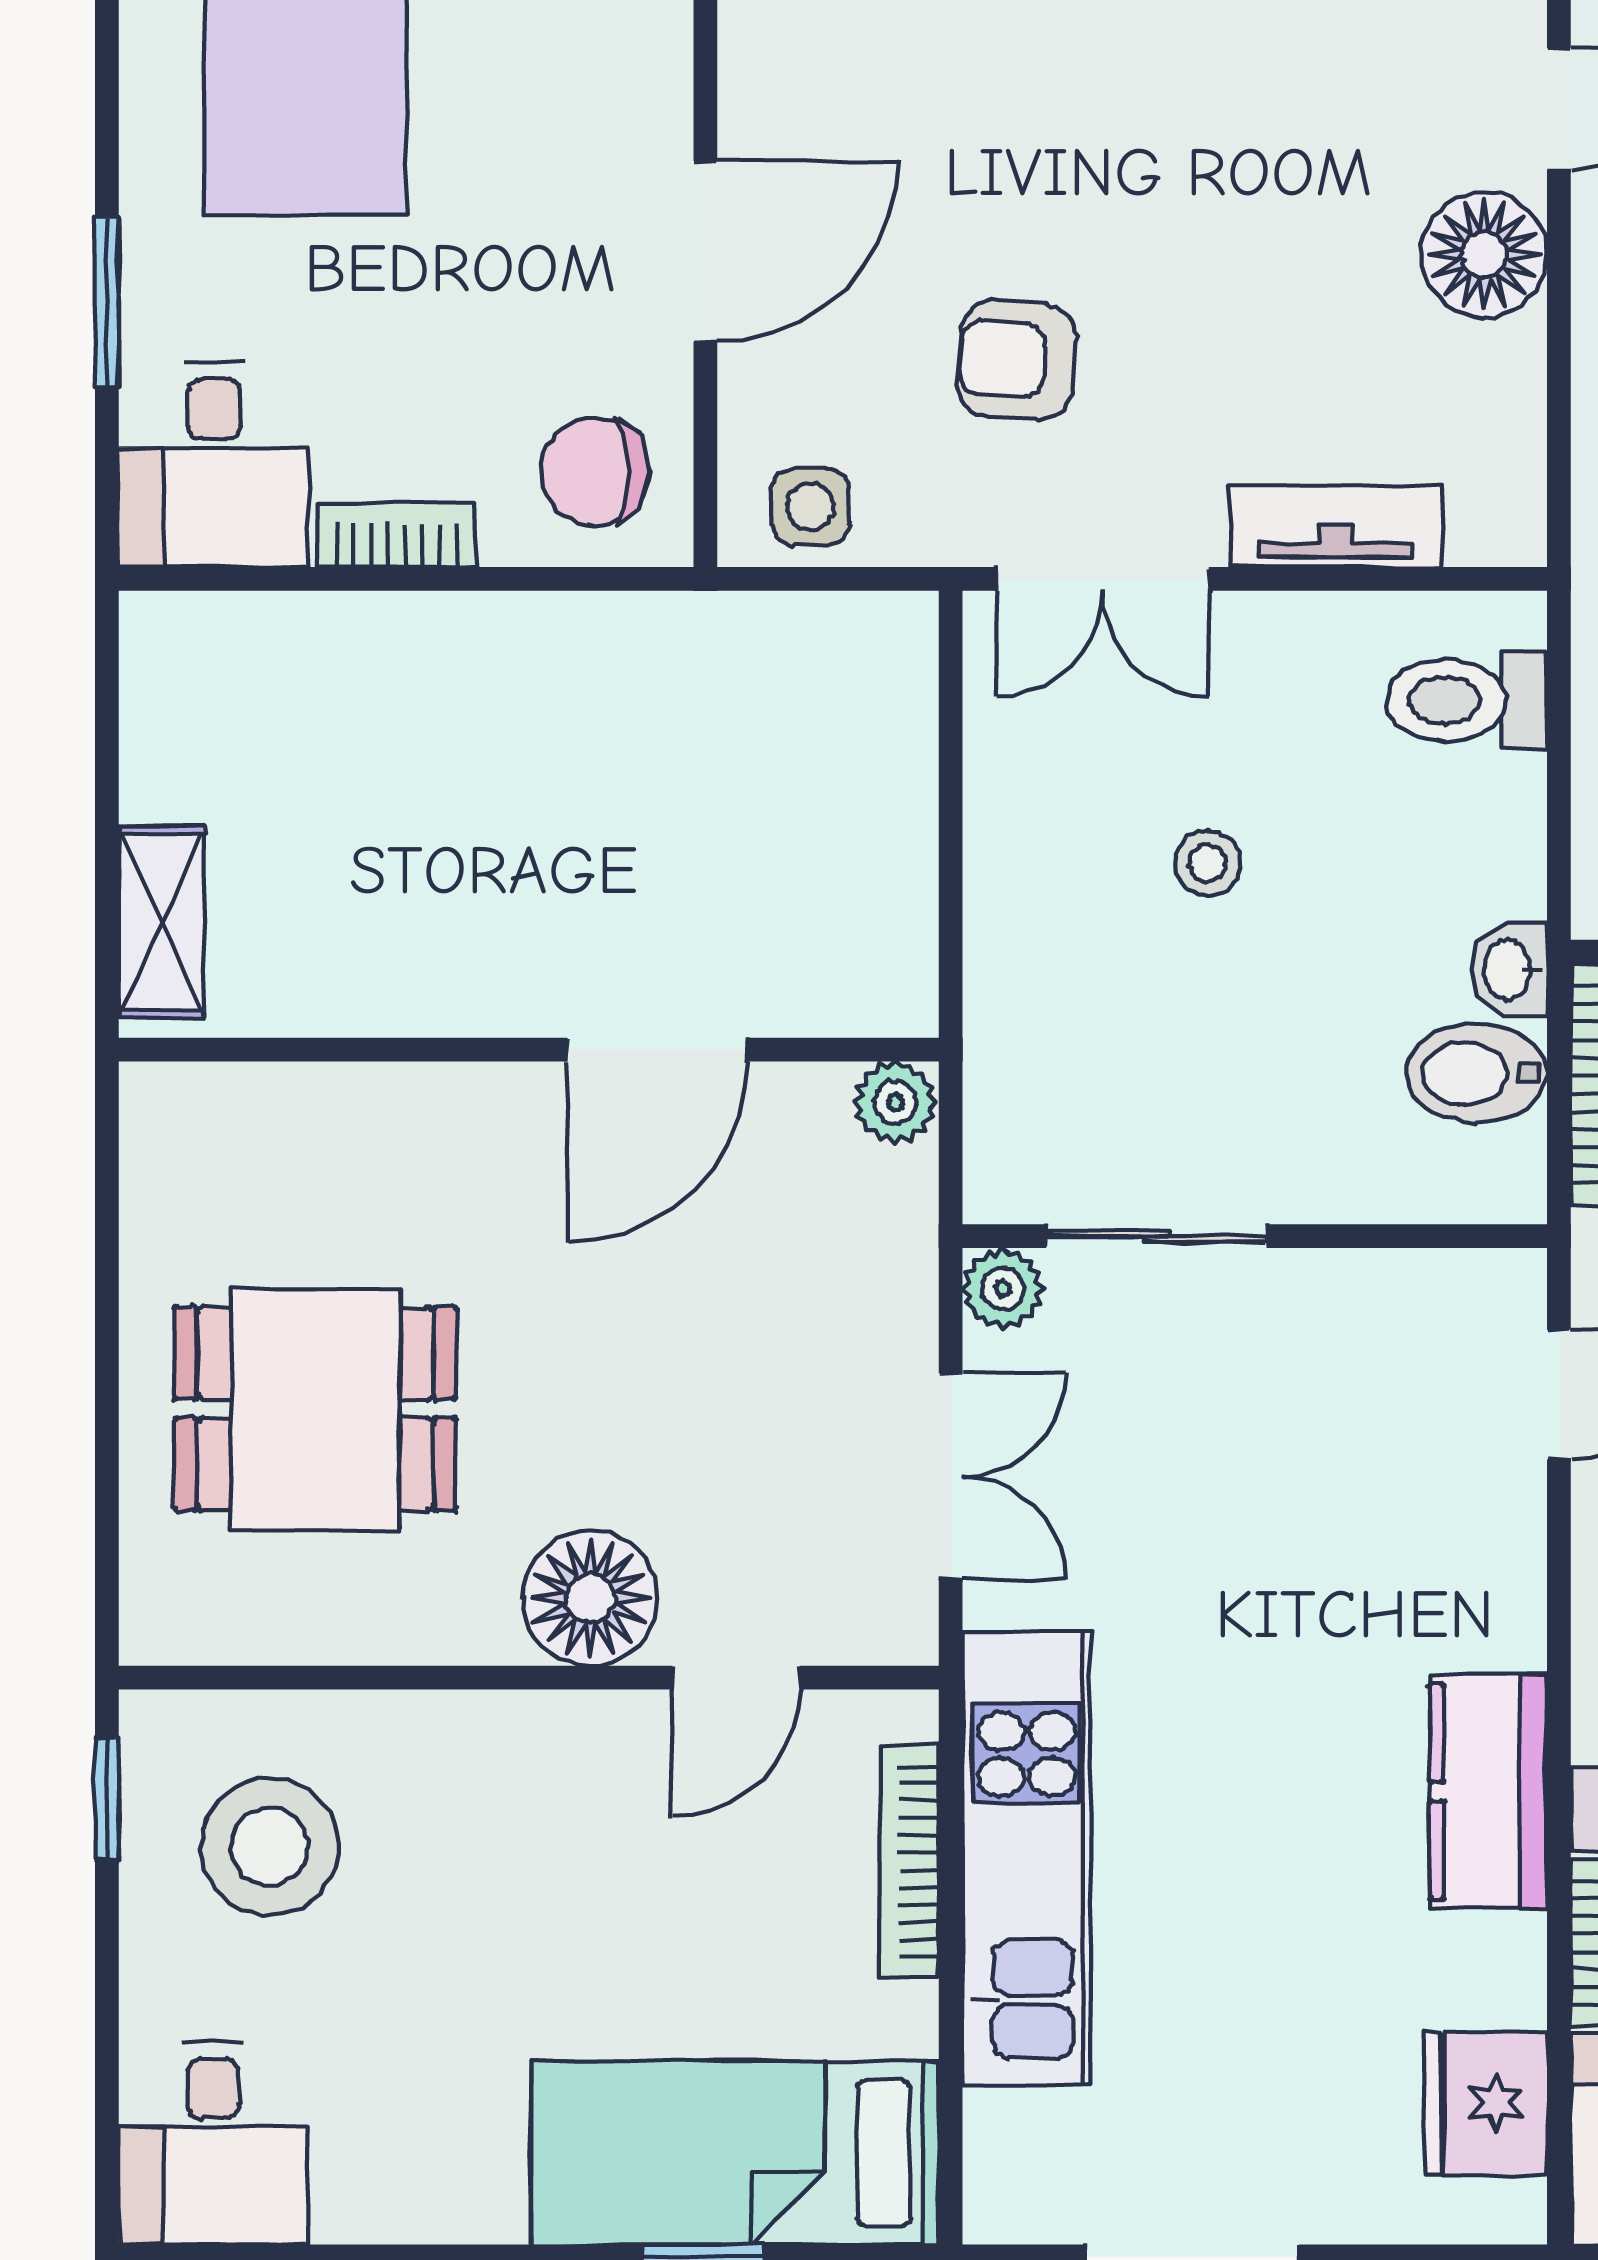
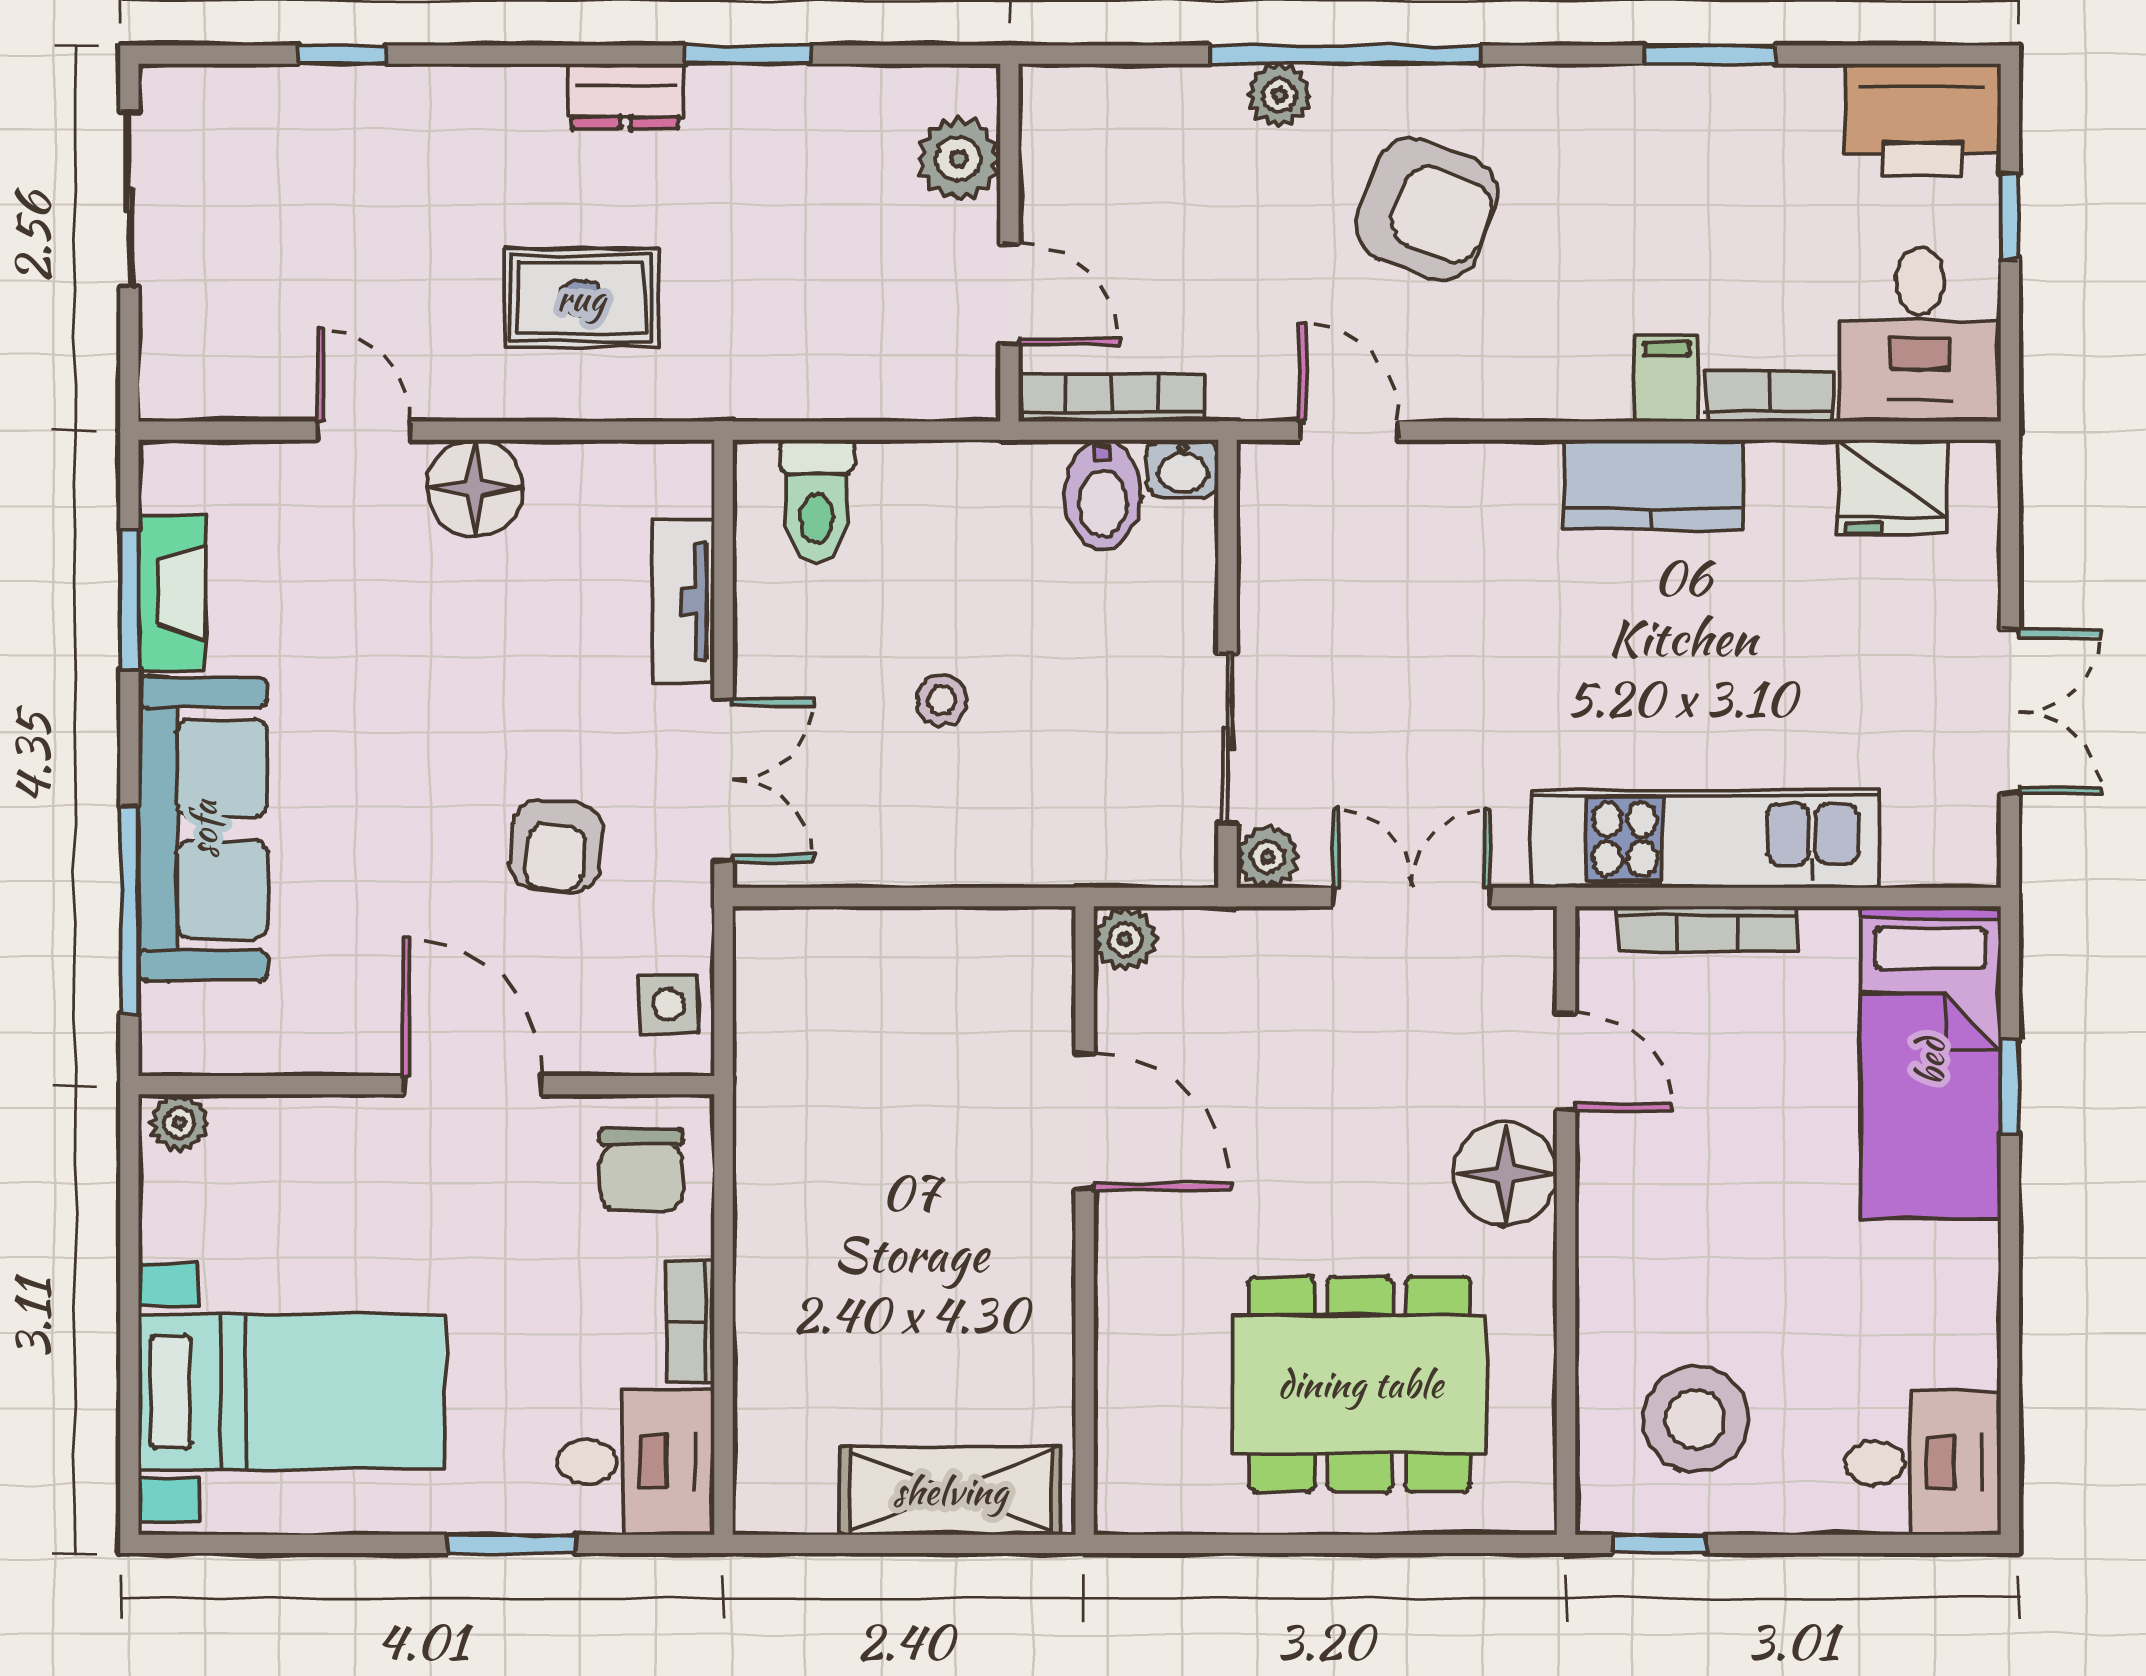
shelving: (162, 922) -> (950, 1491), width x1.50, depth x1.33
washbasin: (1509, 970) -> (1183, 469), moved
dining table: (315, 1409) -> (1360, 1384), width x1.38

